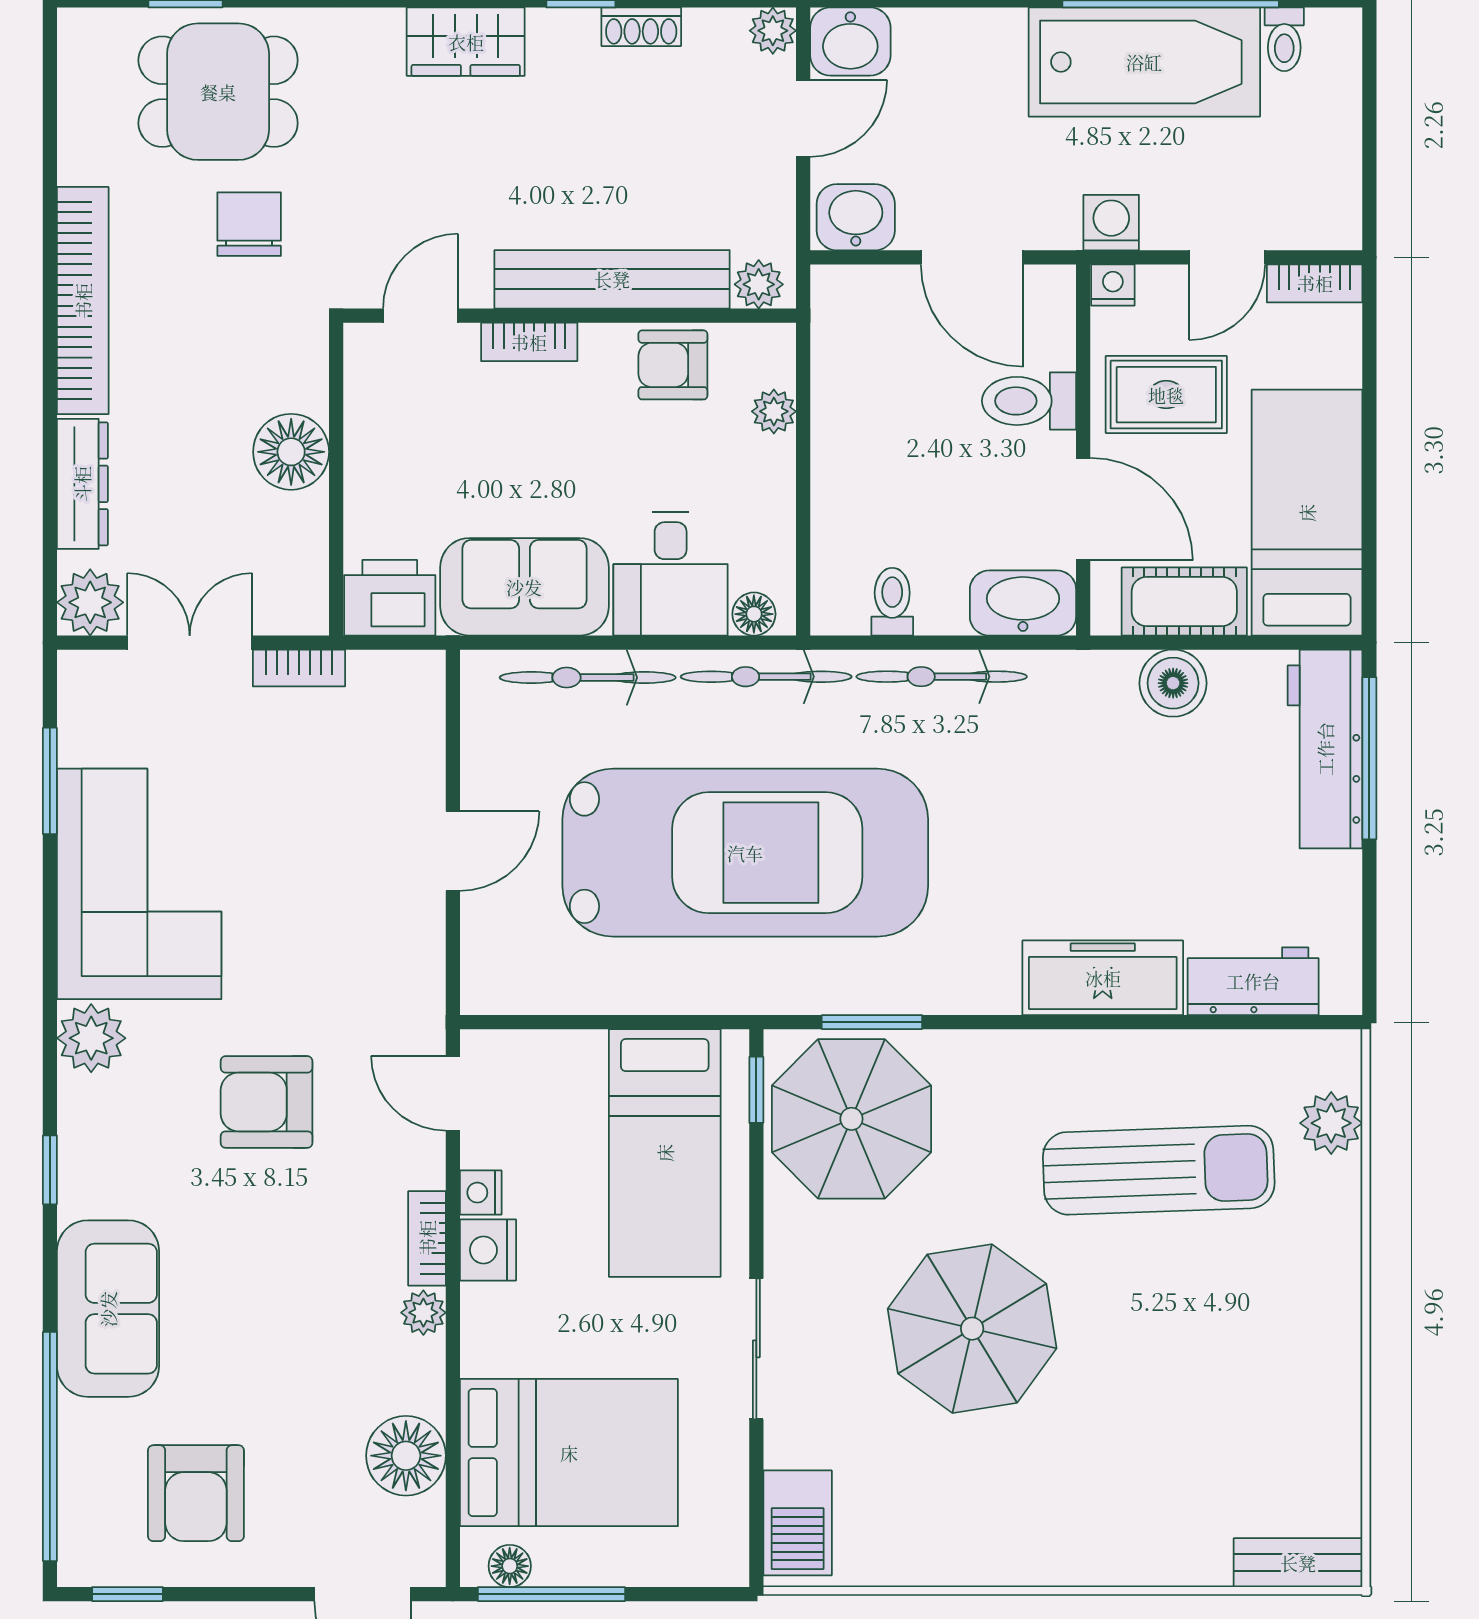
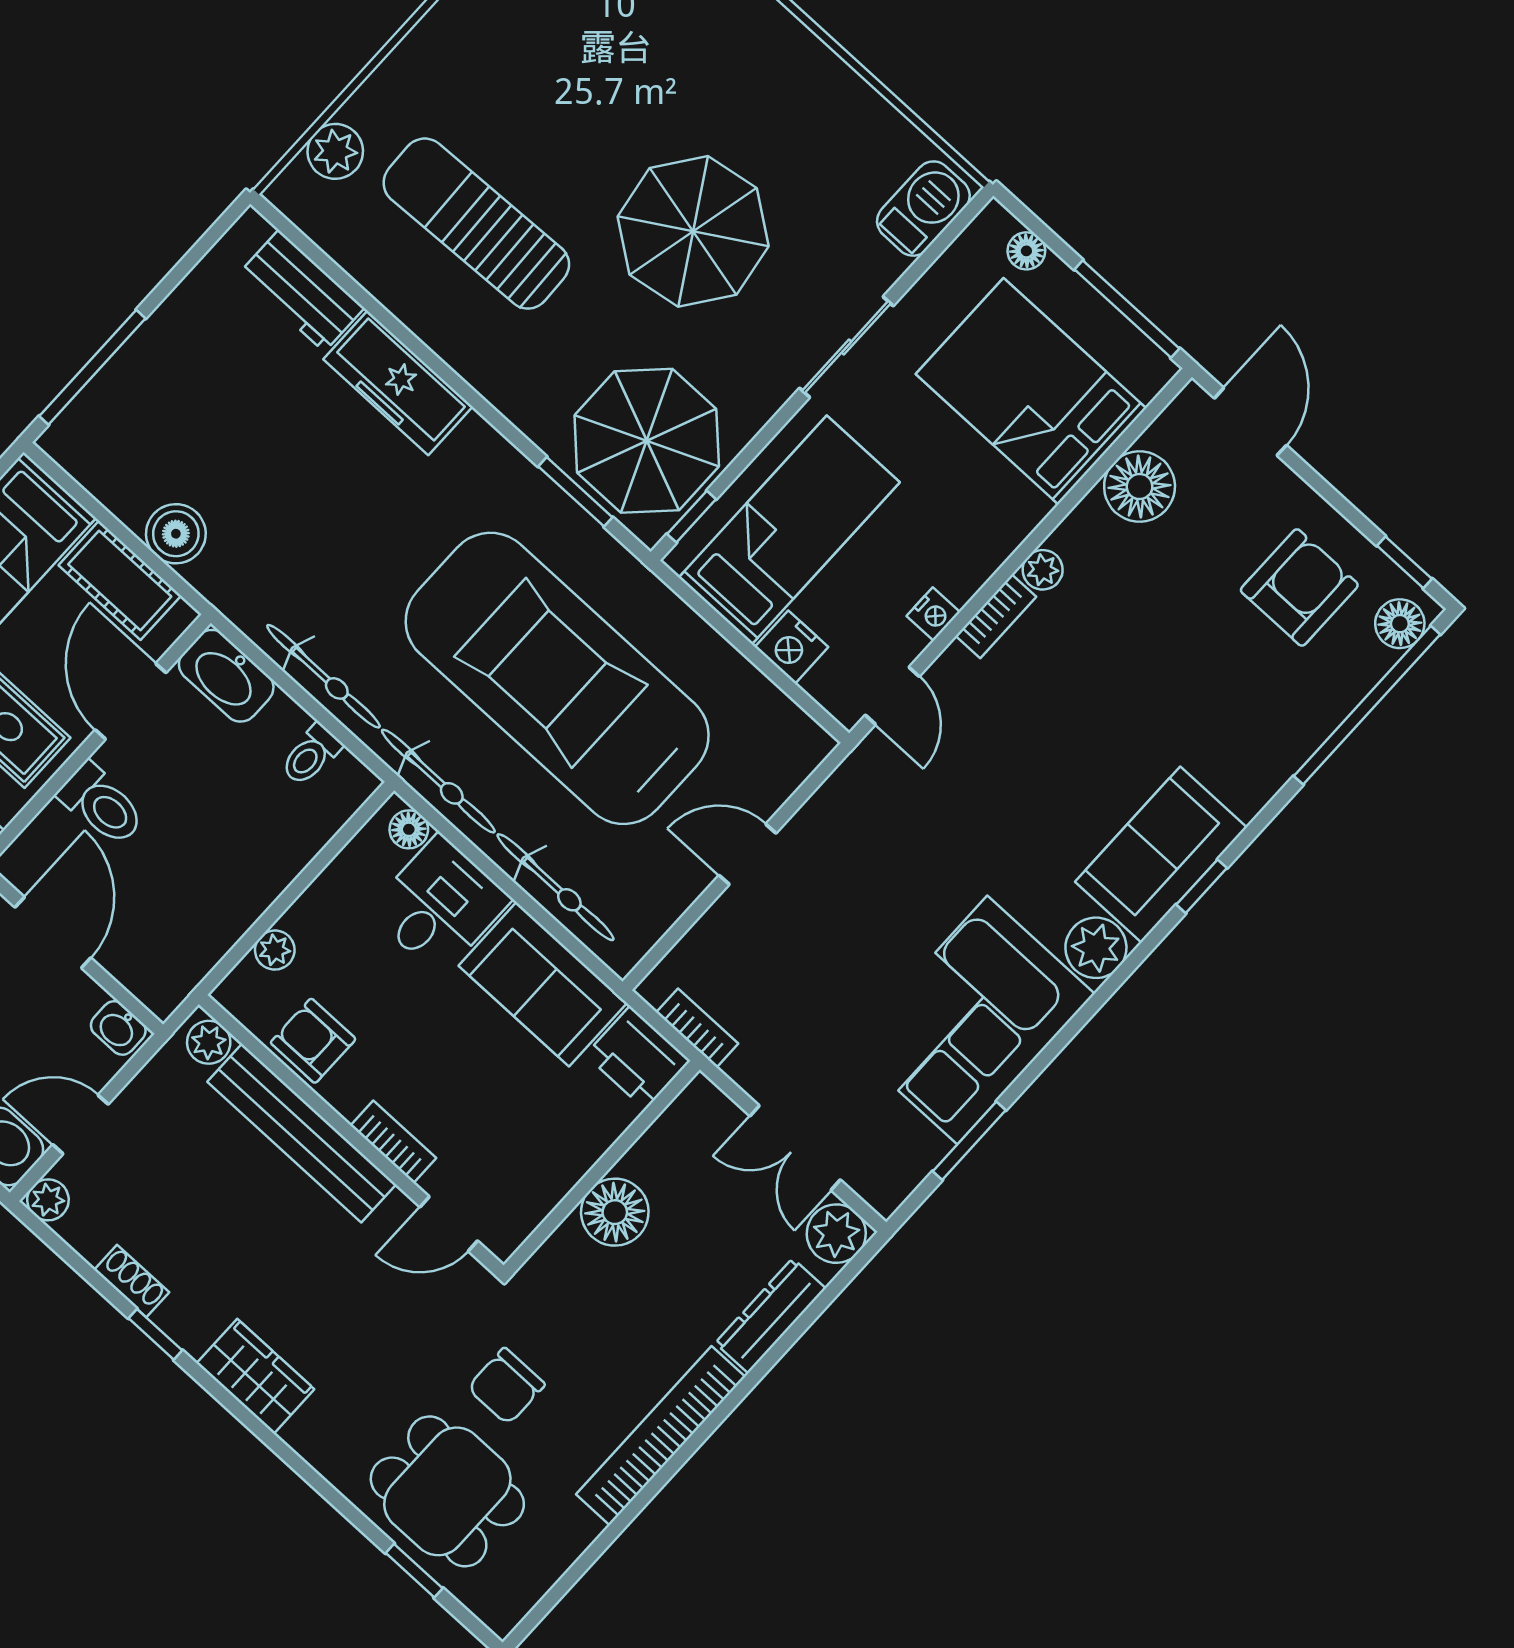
washbasin: (856, 217) -> (118, 1028), width x0.72, depth x0.69
armchair: (673, 365) -> (313, 1041), turned 180
bookcase: (299, 668) -> (697, 1028), moved
workbench: (1325, 749) -> (116, 400), removed
armchair: (267, 1102) -> (1019, 801), removed
nightstand: (488, 1250) -> (792, 647), moved, turned 90
sofa: (108, 1309) -> (1161, 855), moved
floor lamp: (85, 1540) -> (1400, 624), added
floor lamp: (510, 1566) -> (1026, 251), moved

